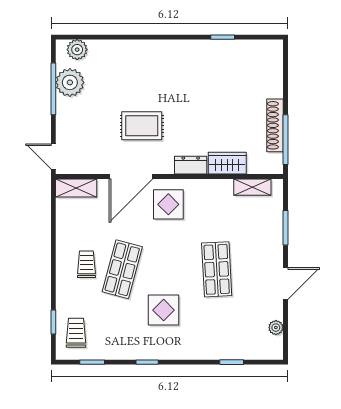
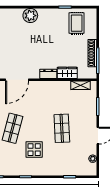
plant: (156, 53) -> (30, 16), added
rug: (142, 126) -> (77, 23), moved, turned 90
display table: (168, 204) -> (37, 94), removed

